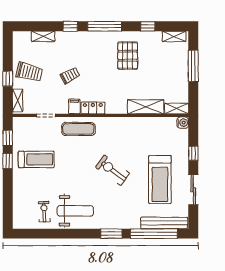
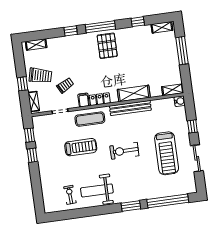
shelving: (43, 36) -> (36, 45), moved
pallet: (128, 56) -> (107, 46), moved
trolley: (70, 75) -> (65, 85), moved
shelving: (146, 107) -> (134, 93), moved
treadmill: (36, 159) -> (81, 147), moved
exercise bike: (113, 170) -> (124, 151), turned -36
weight bench: (75, 211) -> (97, 190), turned 180
bench: (164, 223) -> (130, 108), moved

